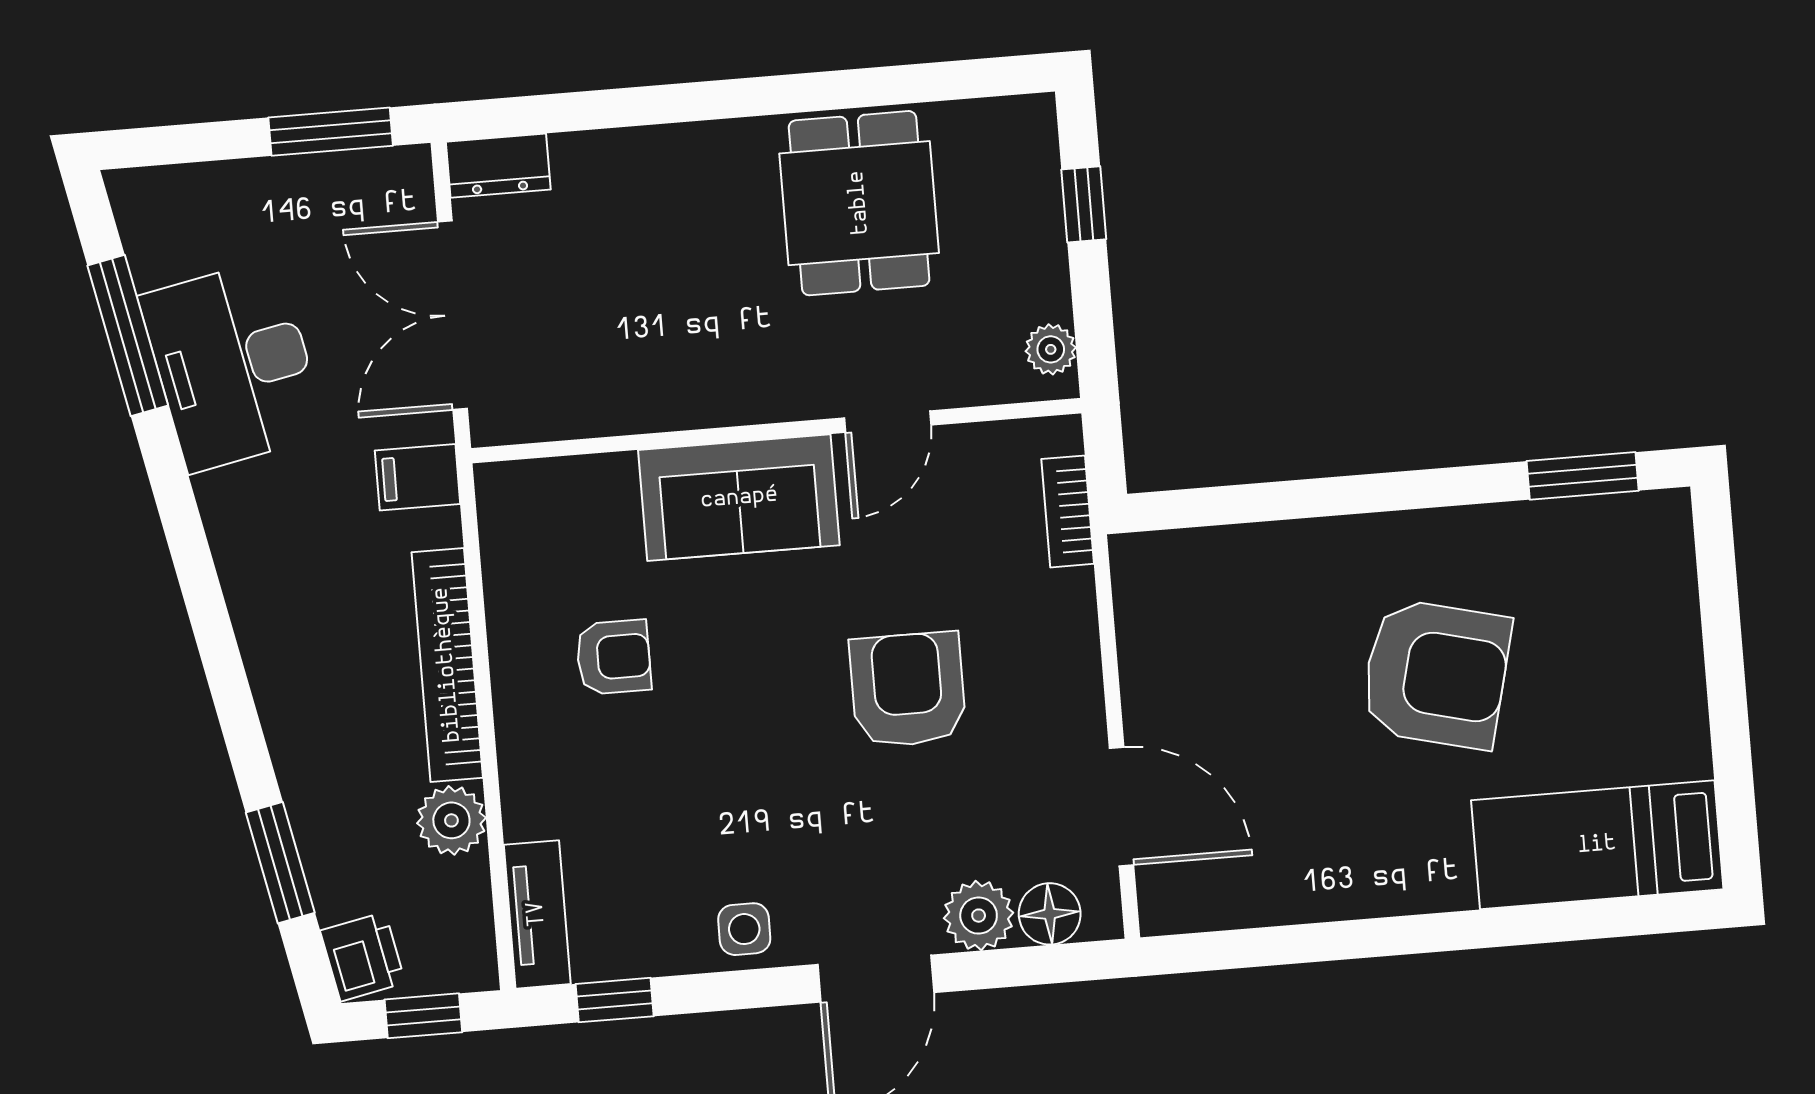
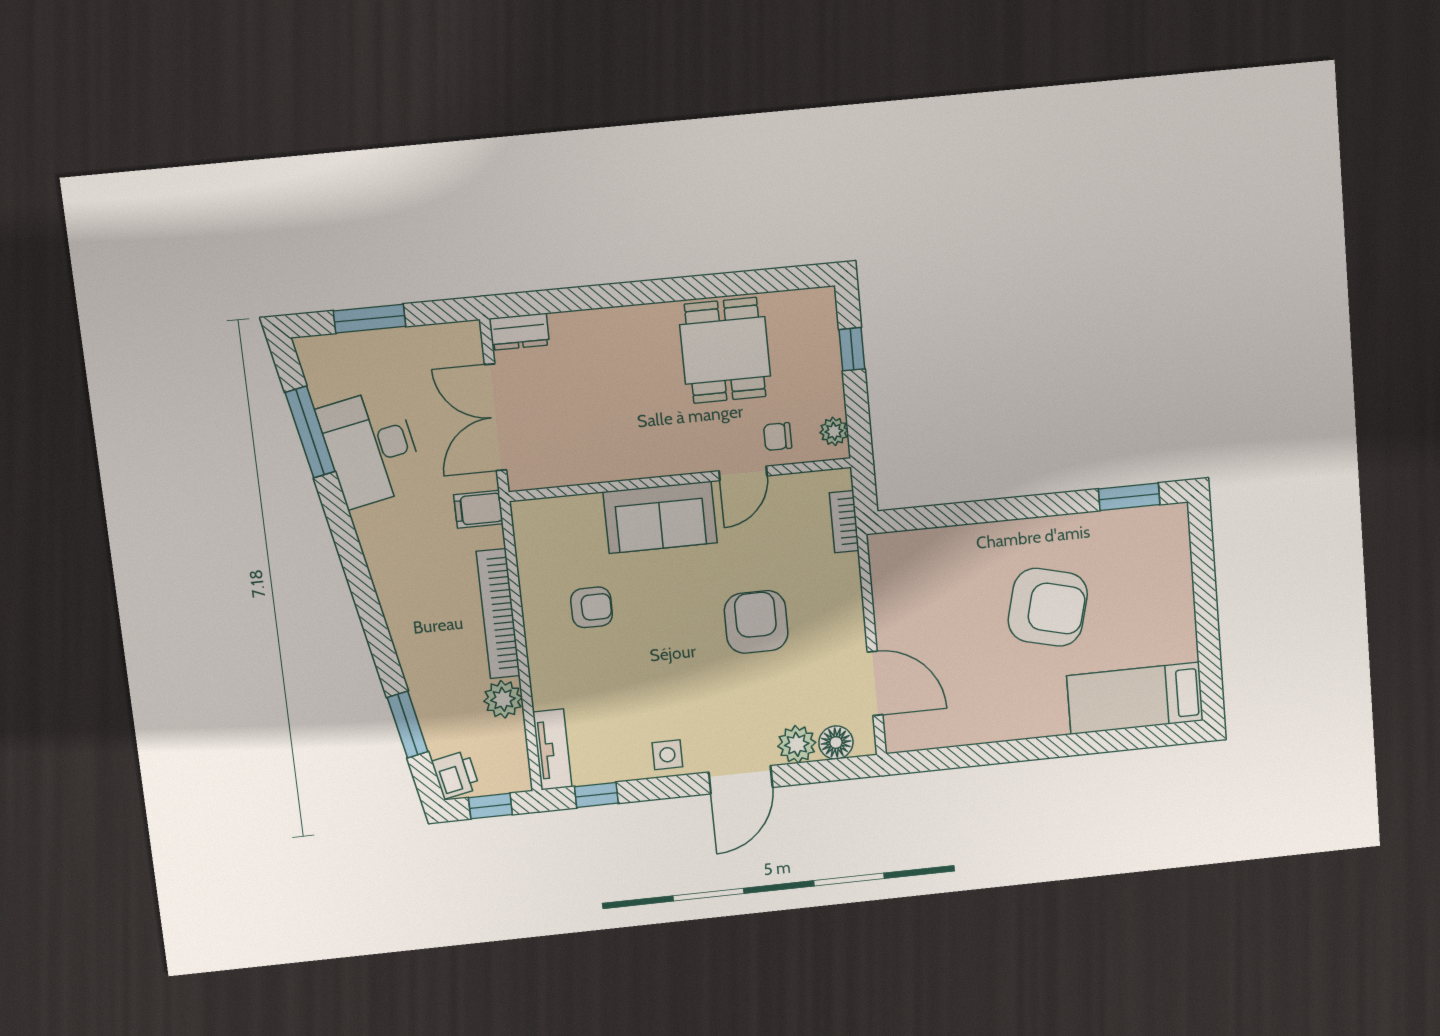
window: (331, 132) -> (370, 319), moved
chair: (950, 357) -> (778, 437), added

